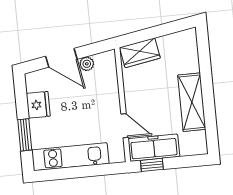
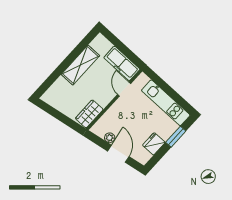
wardrobe: (140, 53) -> (89, 114), moved, turned -80
window: (152, 165) -> (132, 56), removed

